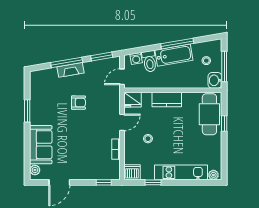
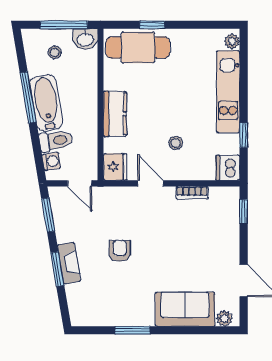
window: (67, 62) -> (57, 269), width x0.69

